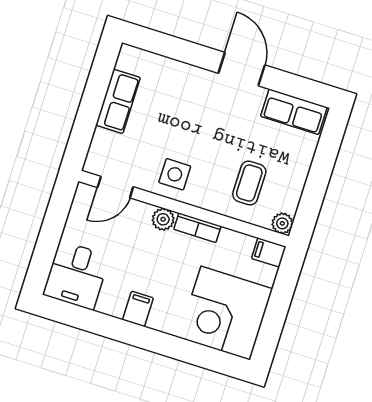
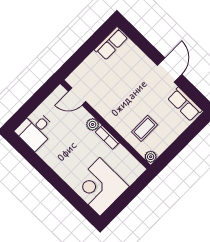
row of seats: (118, 101) -> (111, 43), moved
side table: (175, 174) -> (110, 105), removed
filing cabinet: (269, 252) -> (136, 168), removed
filing cabinet: (138, 309) -> (57, 163), removed

